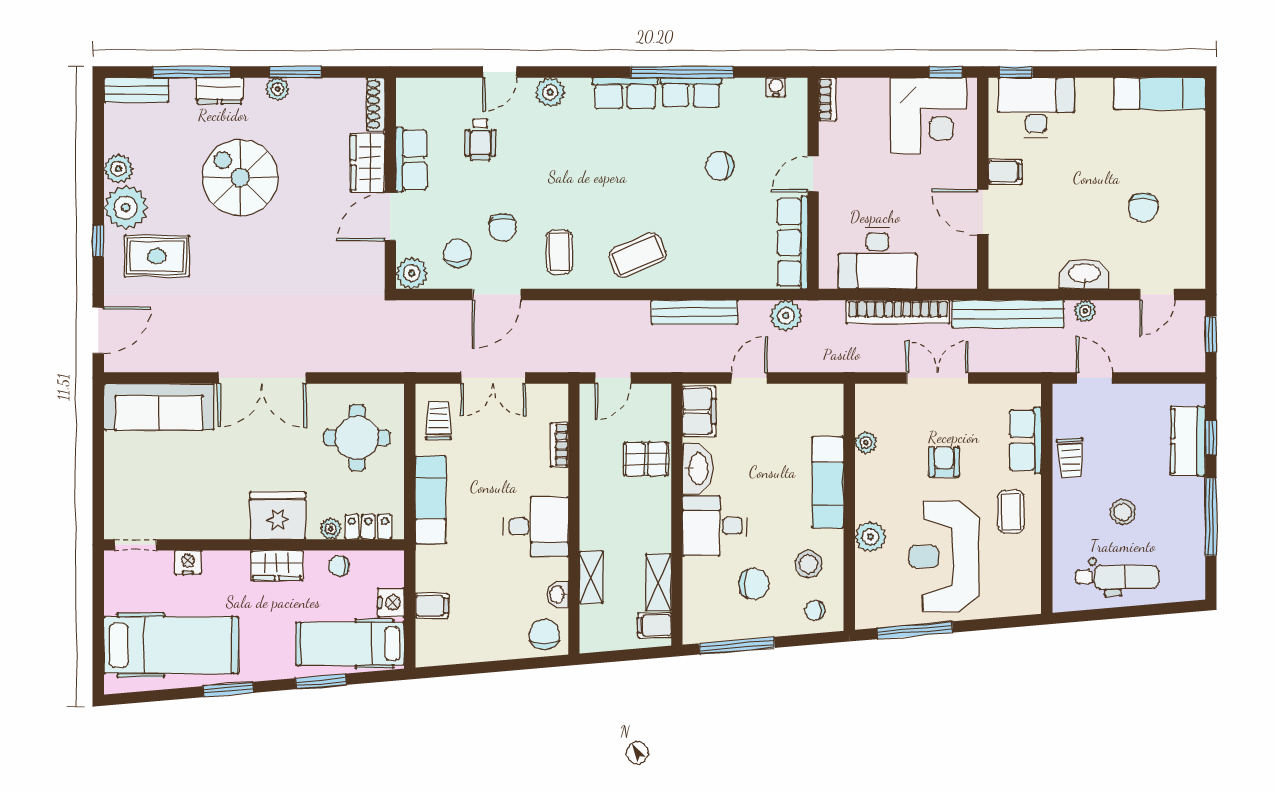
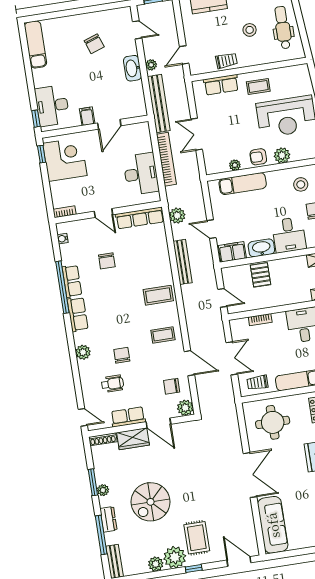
door: (500, 72) -> (83, 417), moved
chair: (1143, 207) -> (94, 44), turned 69
chair: (503, 227) -> (122, 355), moved, turned -86
coffee table: (638, 255) -> (158, 295), turned -67
armchair: (944, 462) -> (258, 157), moved
exam couch: (828, 482) -> (243, 184), moved

